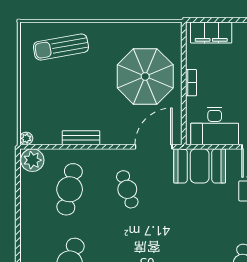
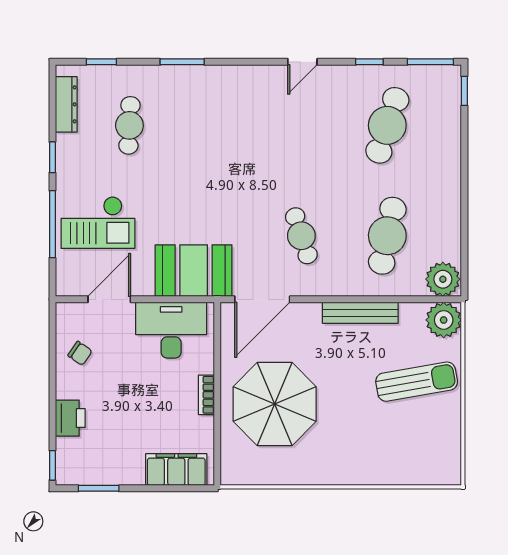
sun lounger: (61, 47) -> (417, 382), moved
plant: (26, 138) -> (444, 320), width x1.87, depth x1.87
bench: (81, 138) -> (360, 313), width x1.36

